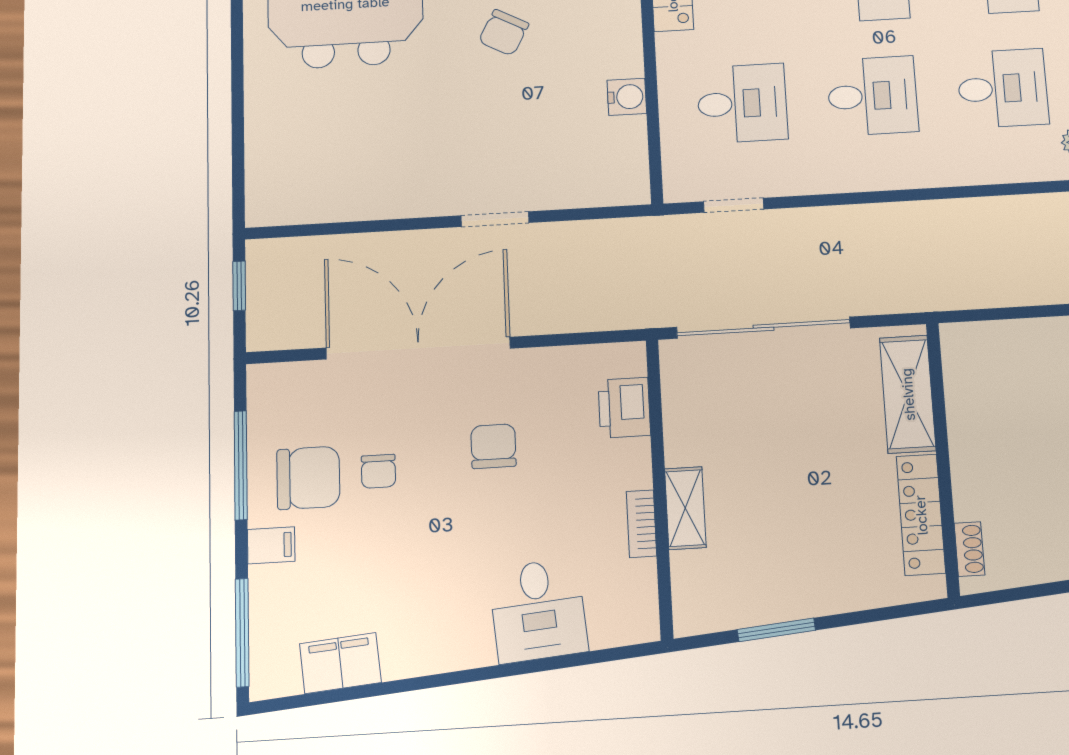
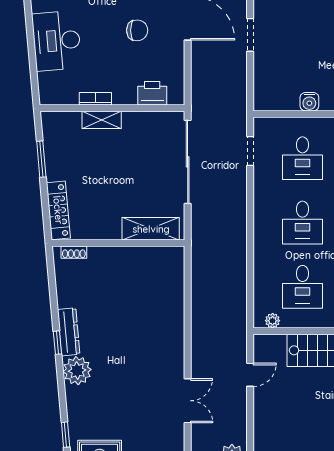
locker: (921, 515) -> (58, 210), moved, turned 85
desk: (538, 610) -> (57, 41), width x1.37

